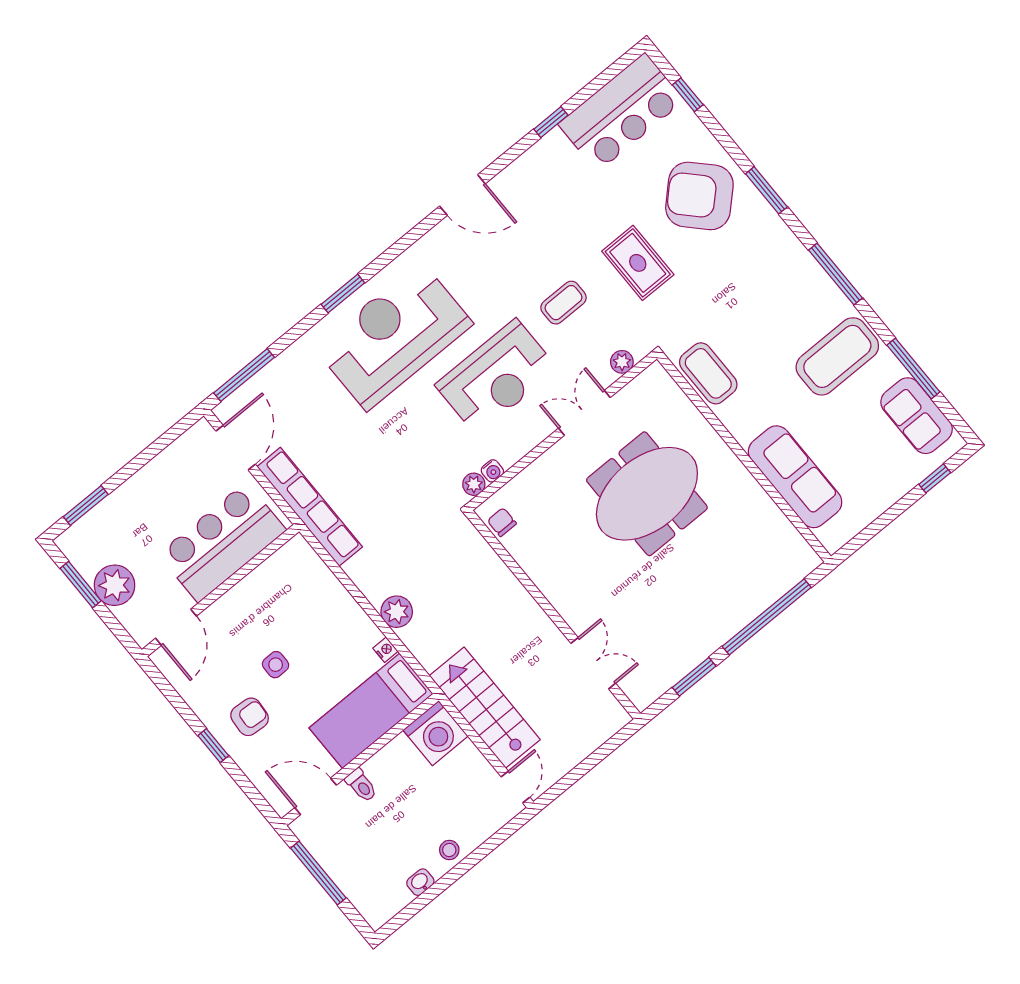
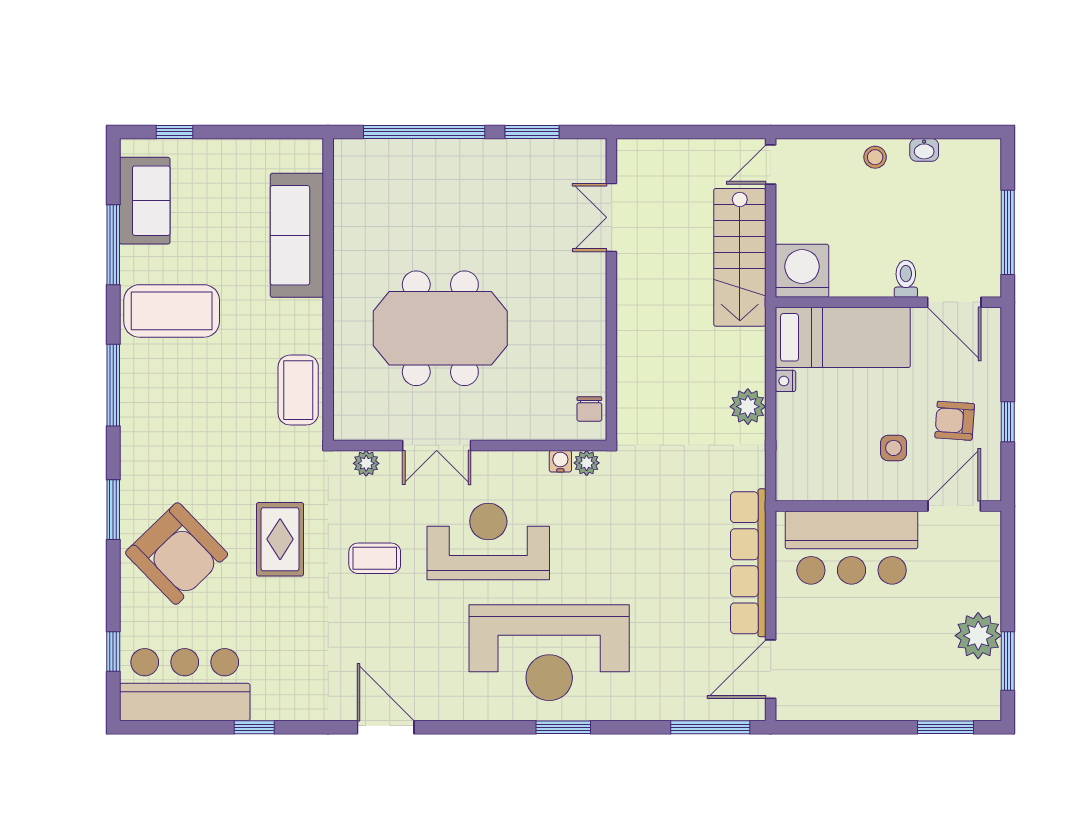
bar counter: (222, 542) -> (852, 548), moved
wall: (220, 591) -> (888, 506), moved
door: (176, 627) -> (954, 506), moved

